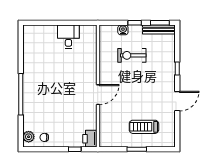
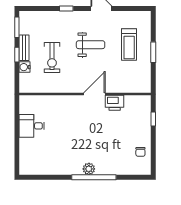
bench: (159, 29) -> (24, 48), moved, width x0.73
weight bench: (144, 91) -> (91, 45), added
door: (98, 95) -> (94, 94), hinge flipped
plant: (29, 137) -> (89, 169), moved
printer: (90, 139) -> (115, 103), moved

